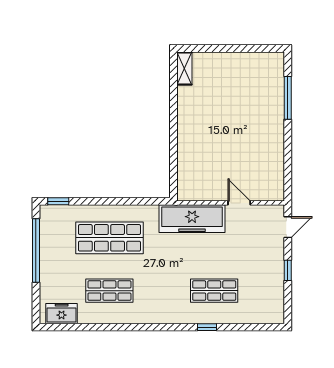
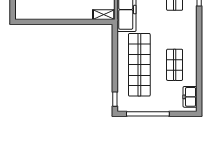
shelving: (184, 69) -> (104, 15), moved
shop shelf: (109, 238) -> (139, 65), width x1.40

